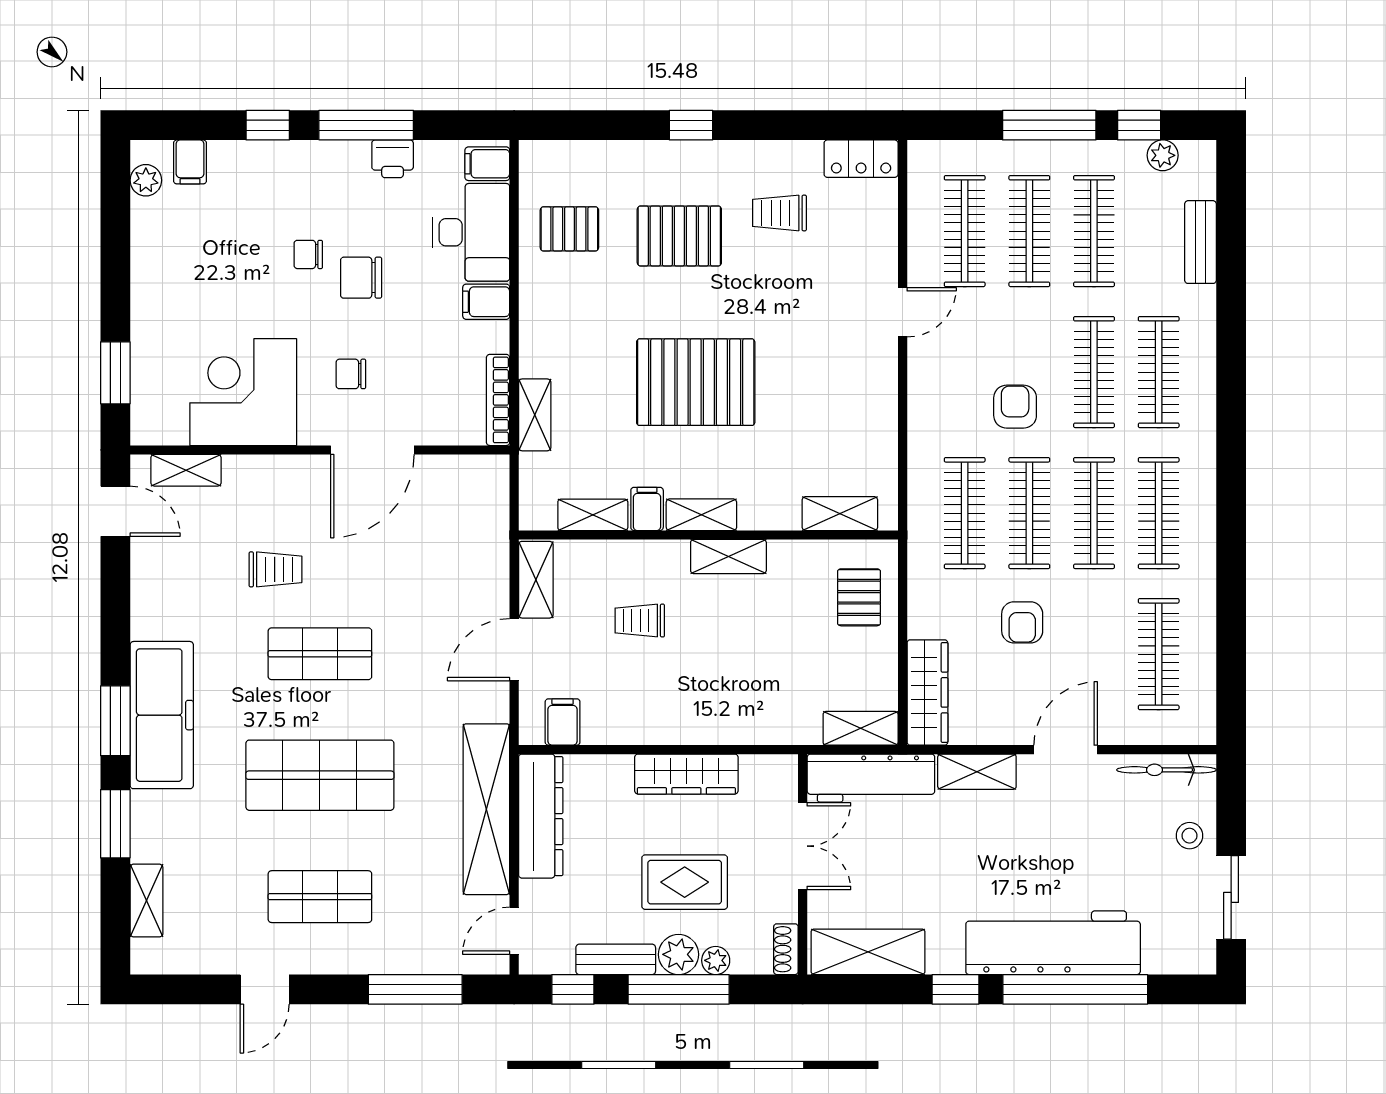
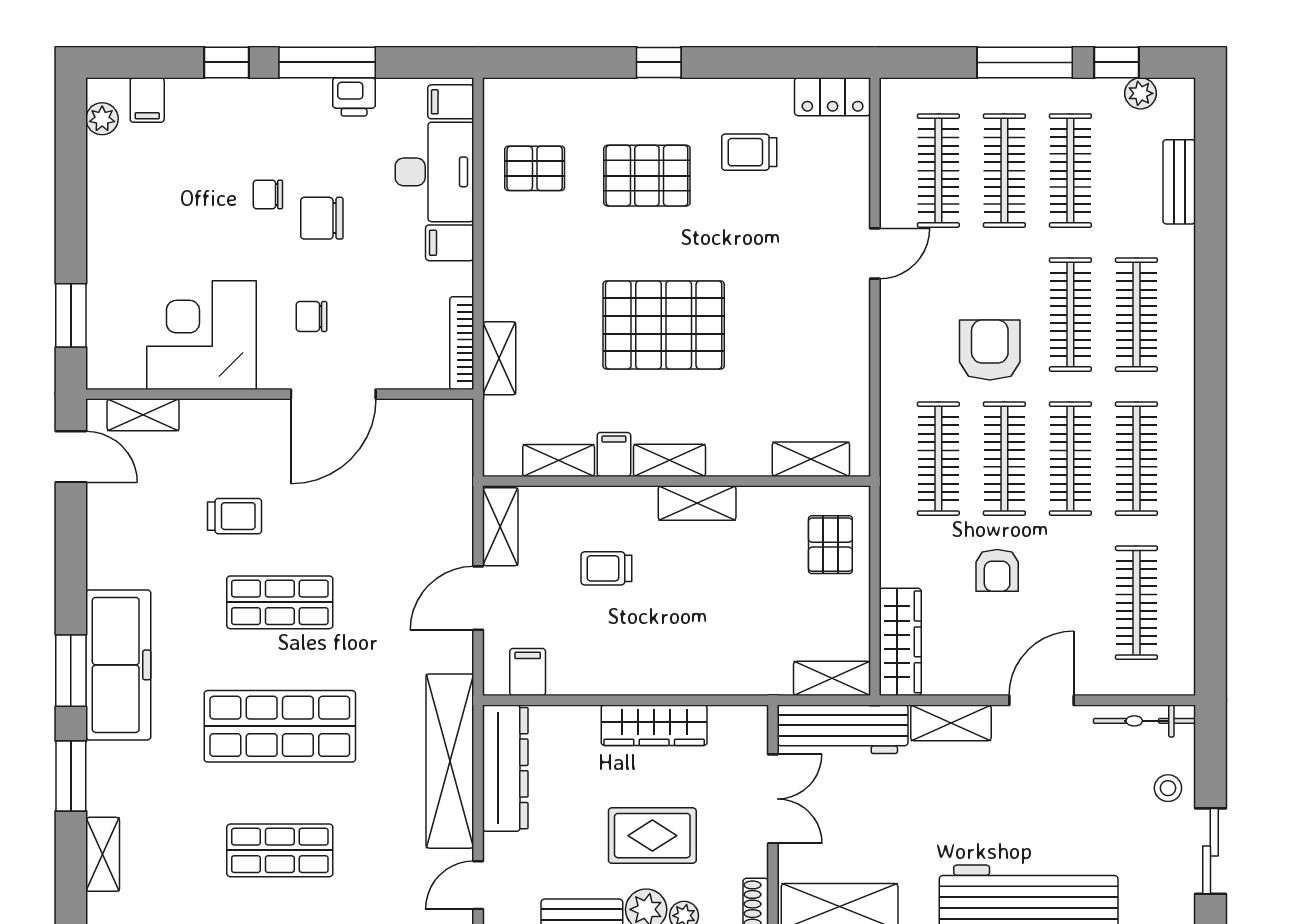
armchair: (1015, 407) -> (990, 350), width x1.38, depth x1.38

